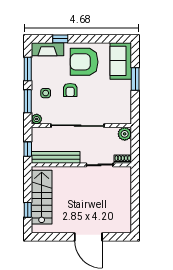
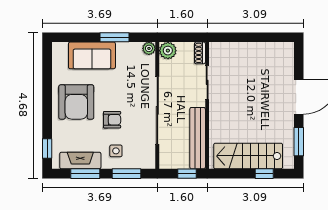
window: (60, 39) -> (47, 149), moved
fireplace: (48, 49) -> (80, 161), moved, turned -90
sofa: (121, 61) -> (92, 55), moved
window: (135, 79) -> (114, 37), moved
plant: (37, 119) -> (149, 48), moved
window: (53, 237) -> (299, 142), added

